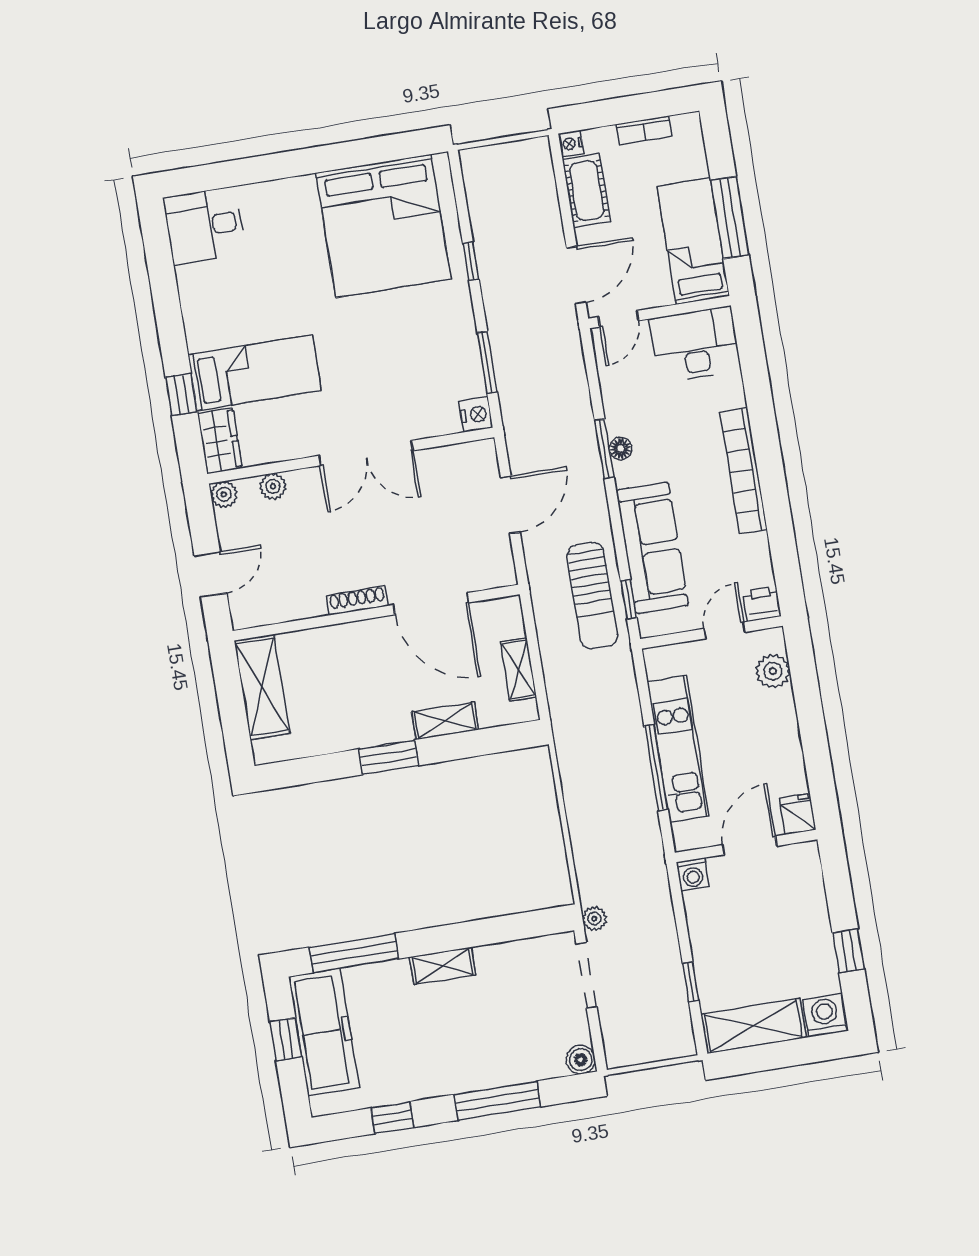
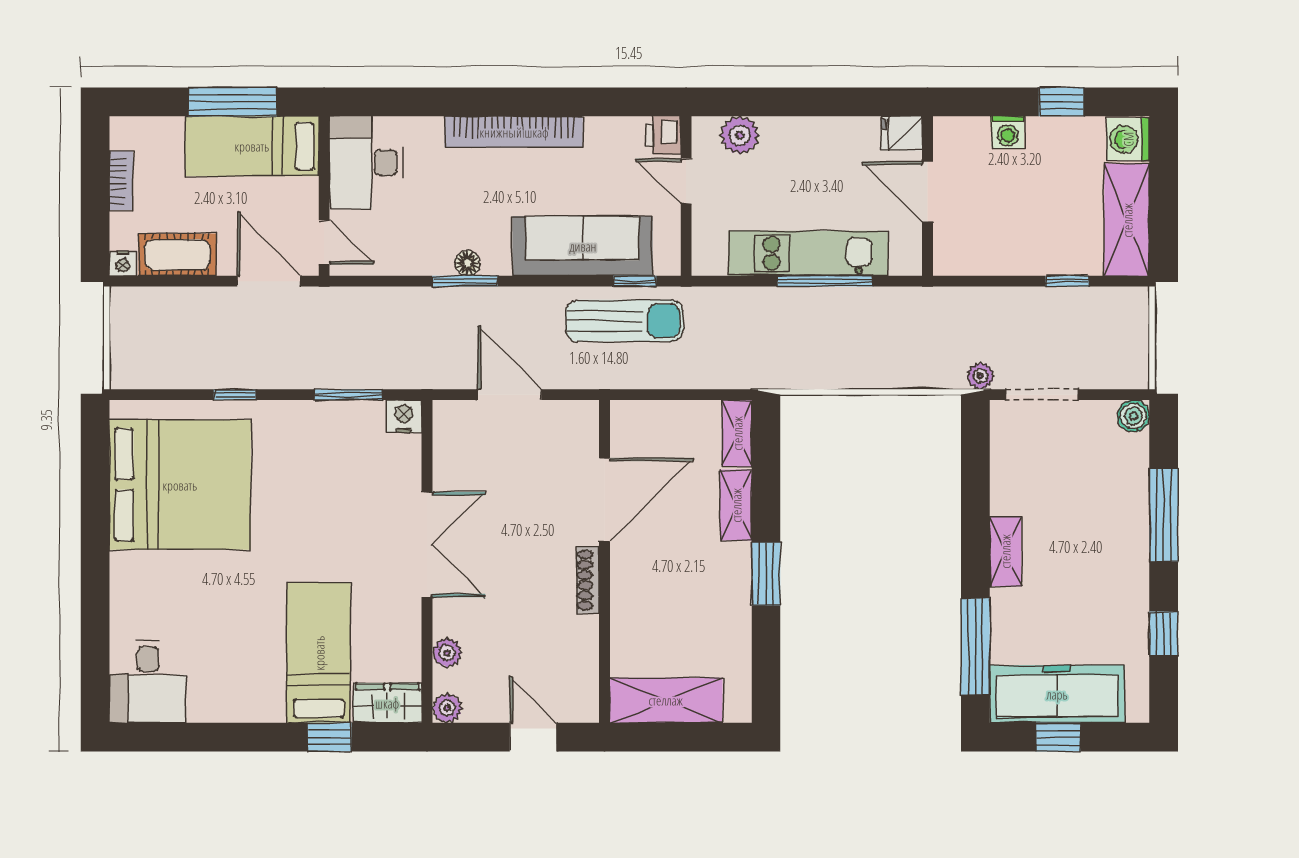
shelving: (518, 669) -> (737, 433), moved, turned 90
washing machine: (693, 874) -> (1008, 132), moved, turned 90

